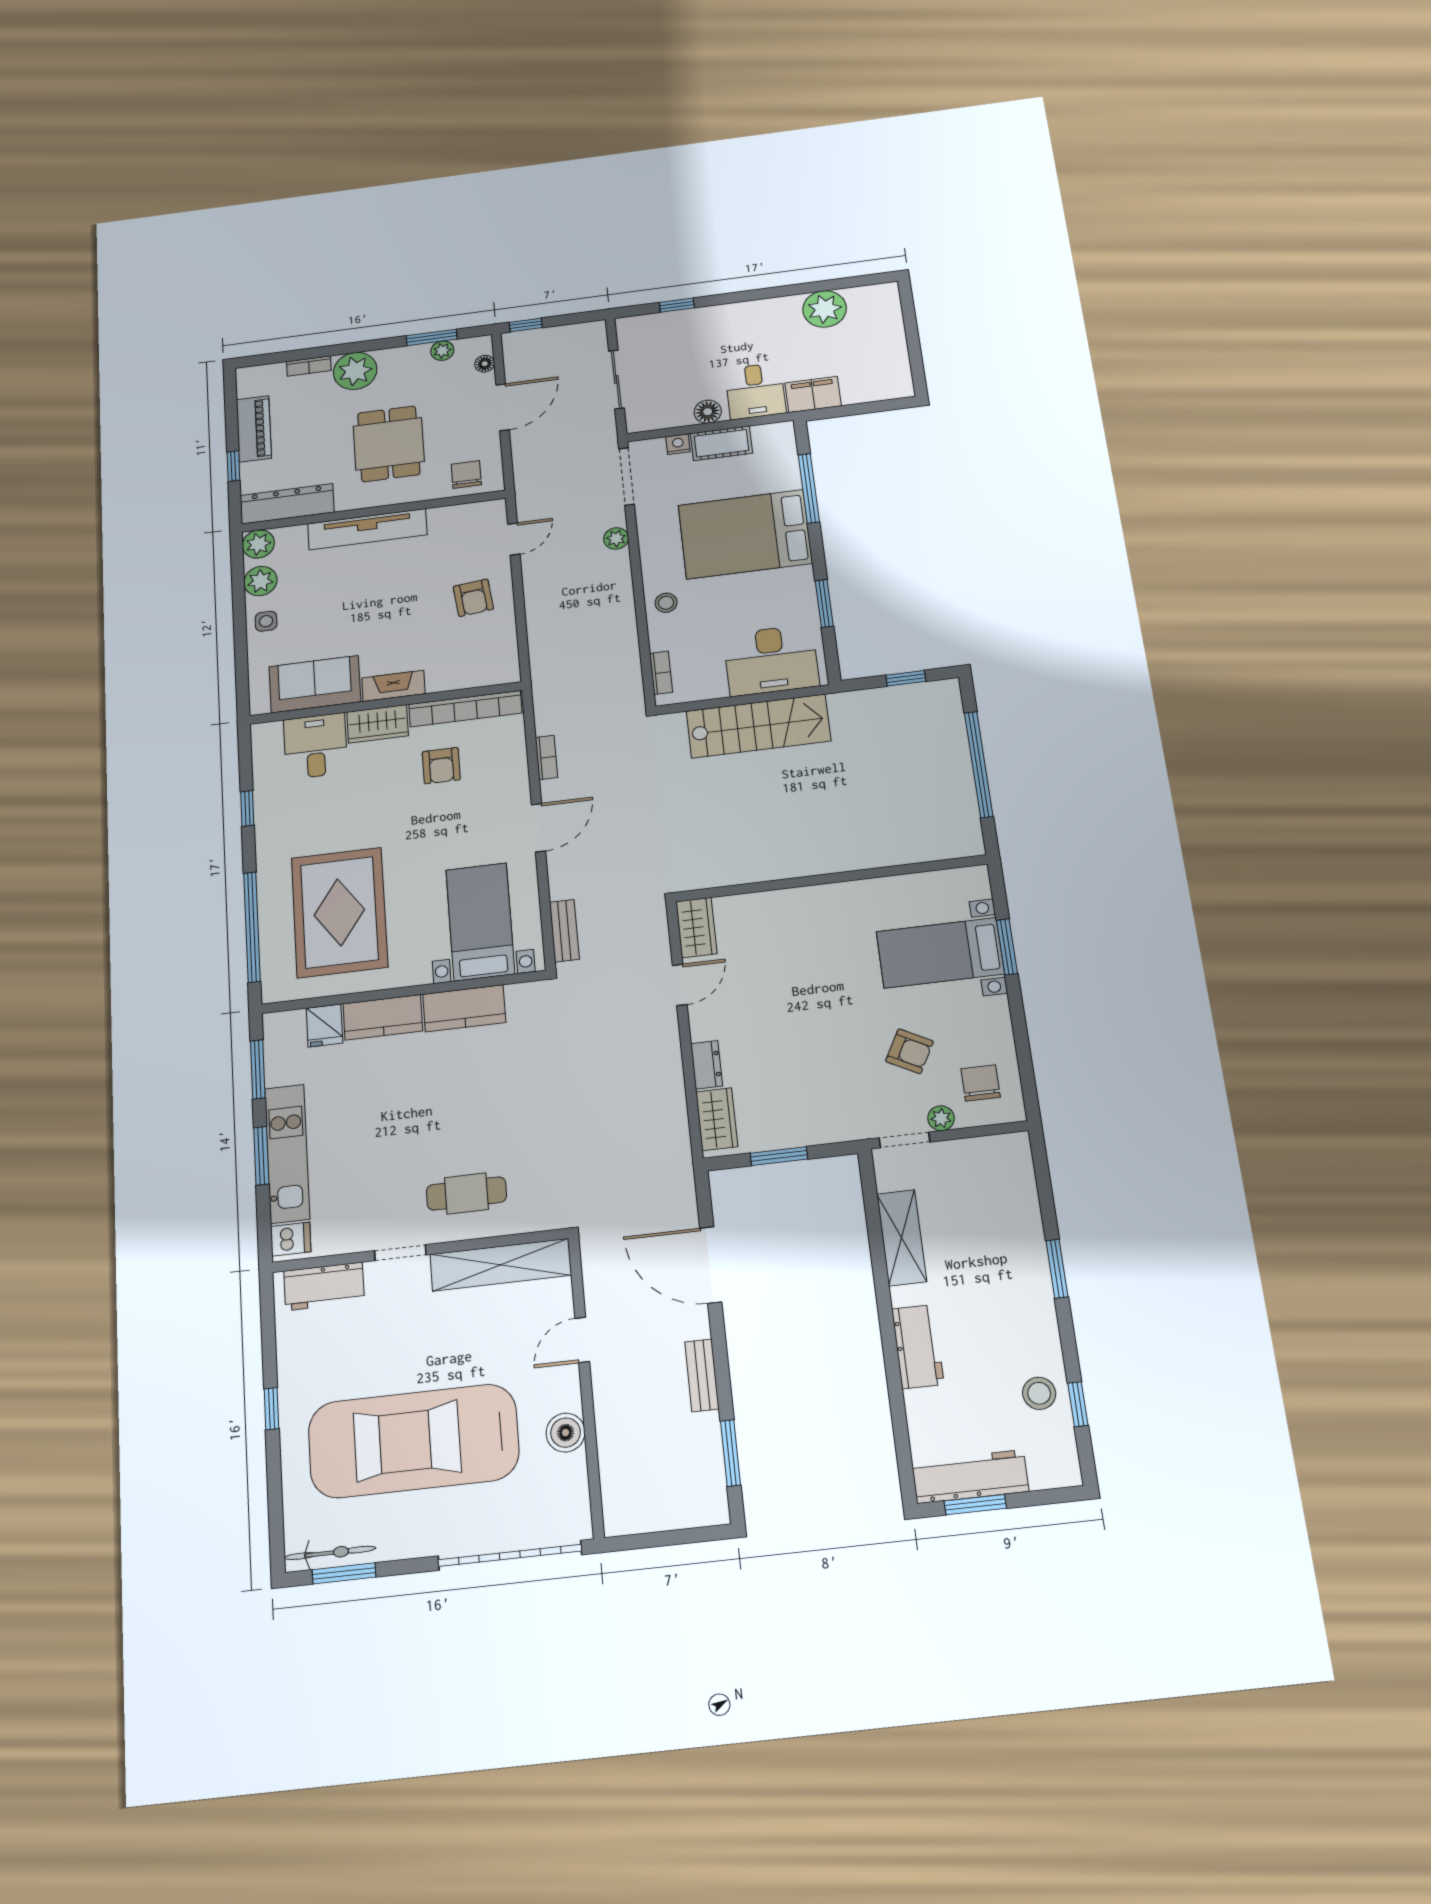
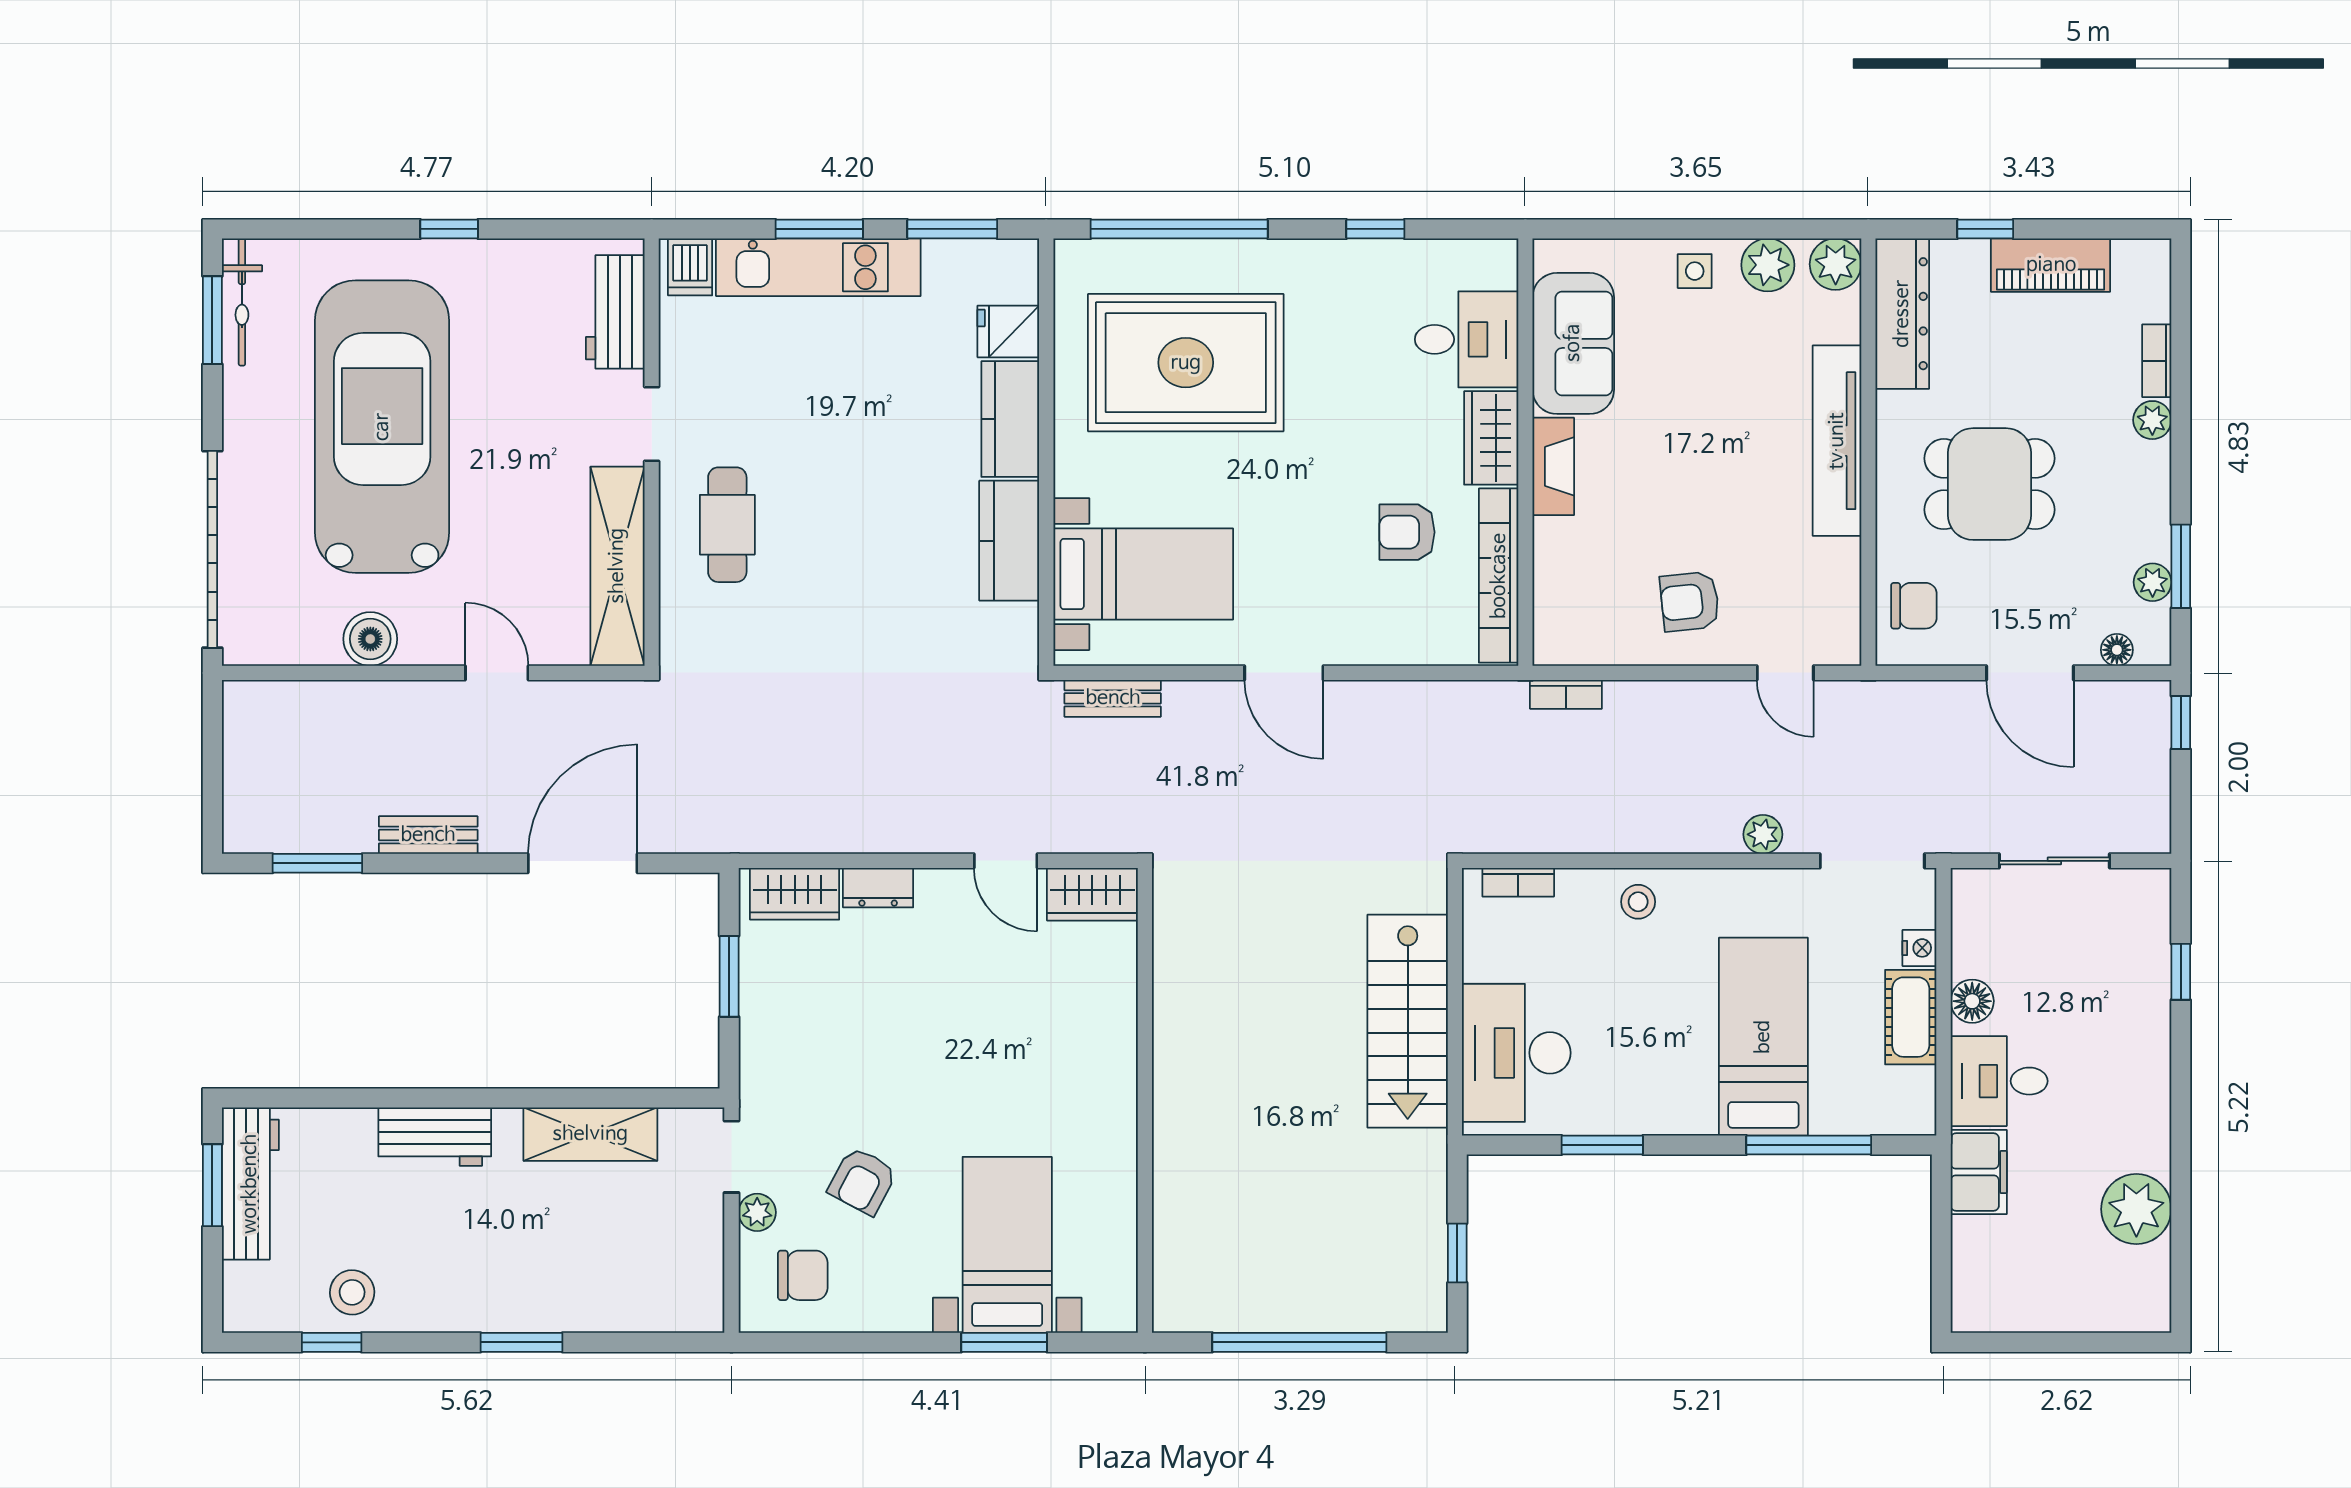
plant: (355, 371) -> (2152, 420), width x0.53, depth x0.53
bed: (745, 534) -> (1763, 1037), width x0.67
bookcase: (546, 757) -> (1566, 694), moved

